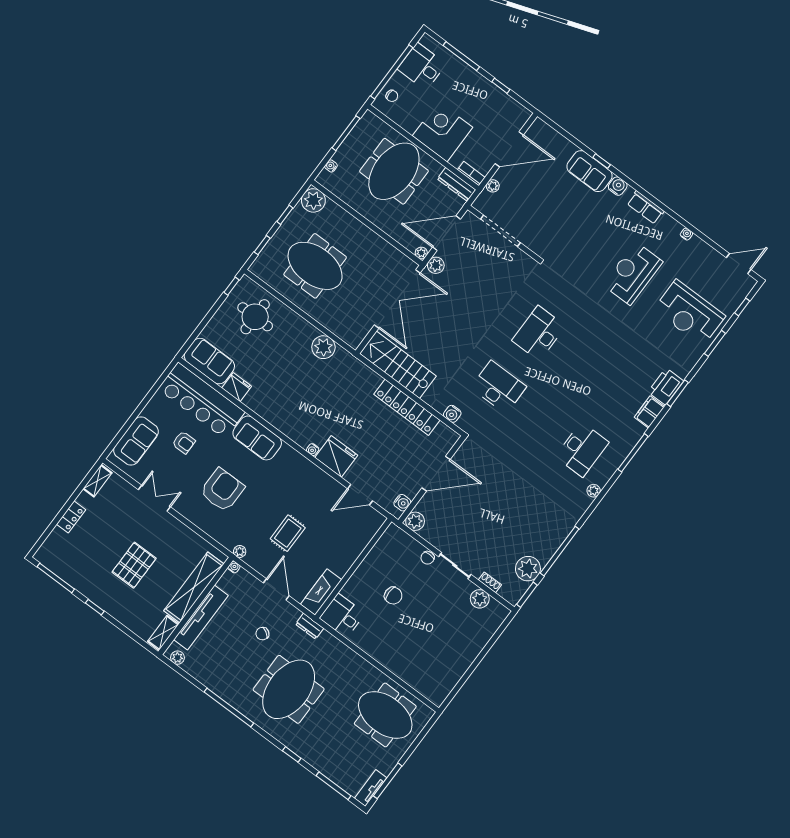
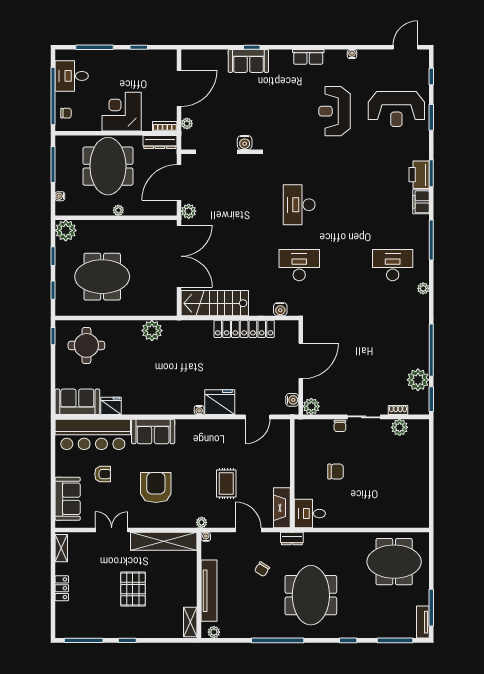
water cooler: (618, 186) -> (245, 143), moved, turned 180
plant: (421, 253) -> (118, 210), moved
desk: (582, 449) -> (393, 265), turned -90
shelving: (194, 587) -> (164, 541), moved, turned 90

